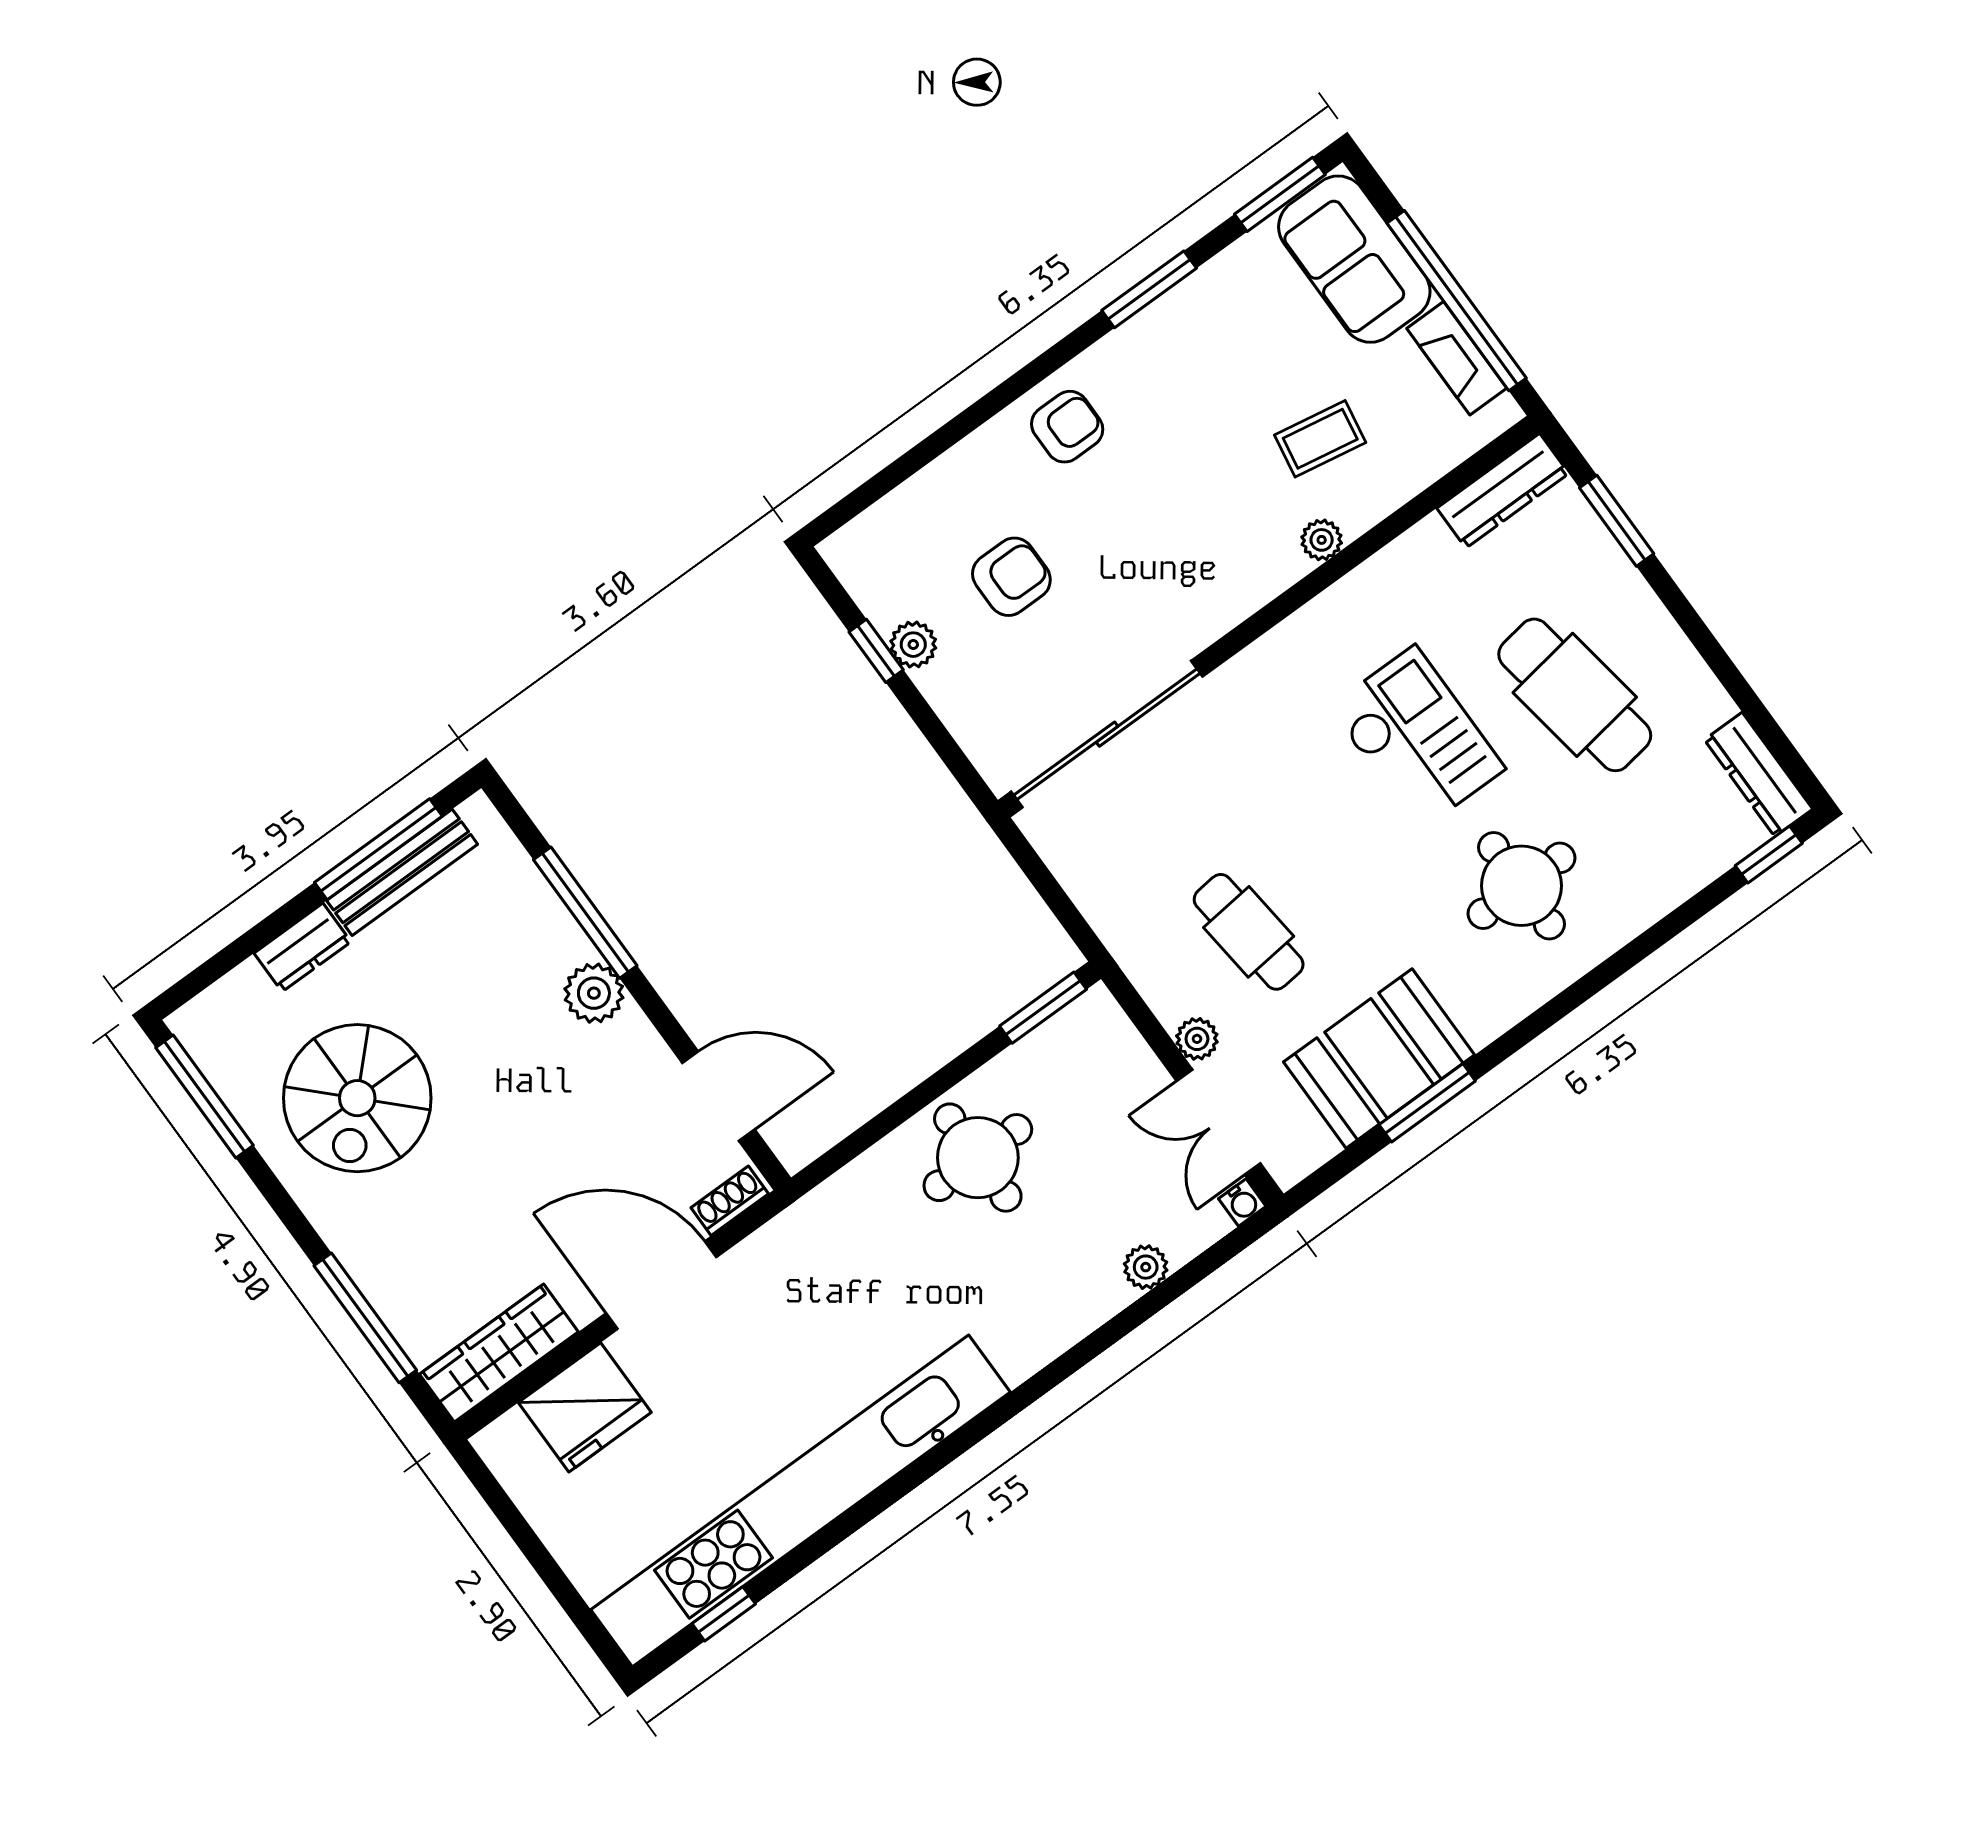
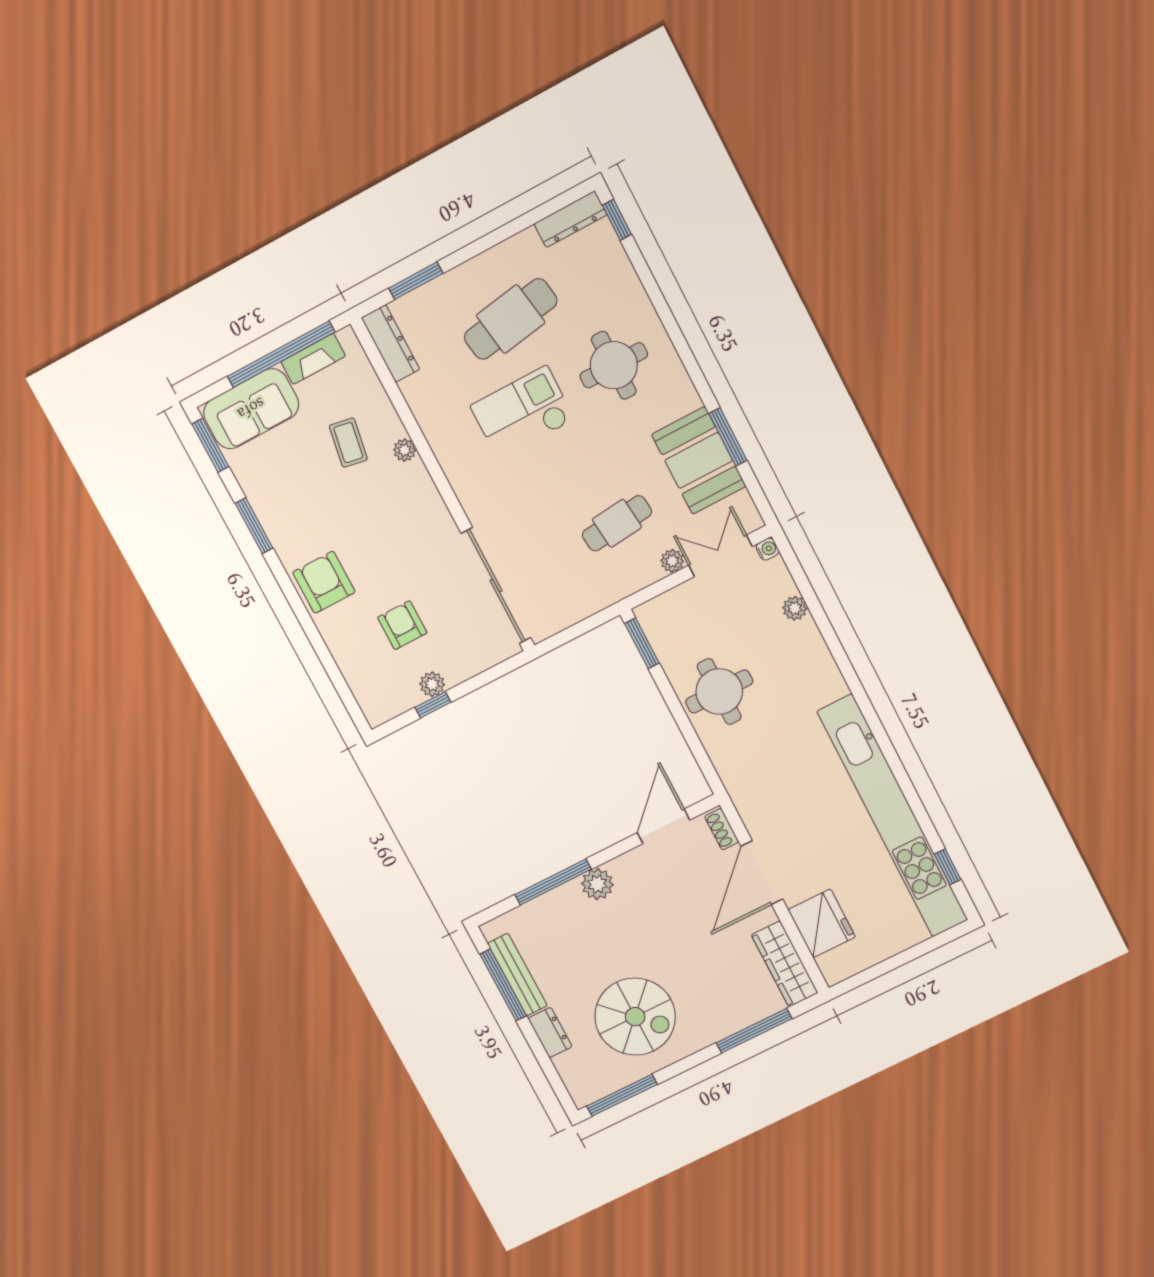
armchair: (1067, 427) -> (324, 582), width x1.38, depth x1.38
double door: (1218, 1122) -> (720, 556), swing flipped

